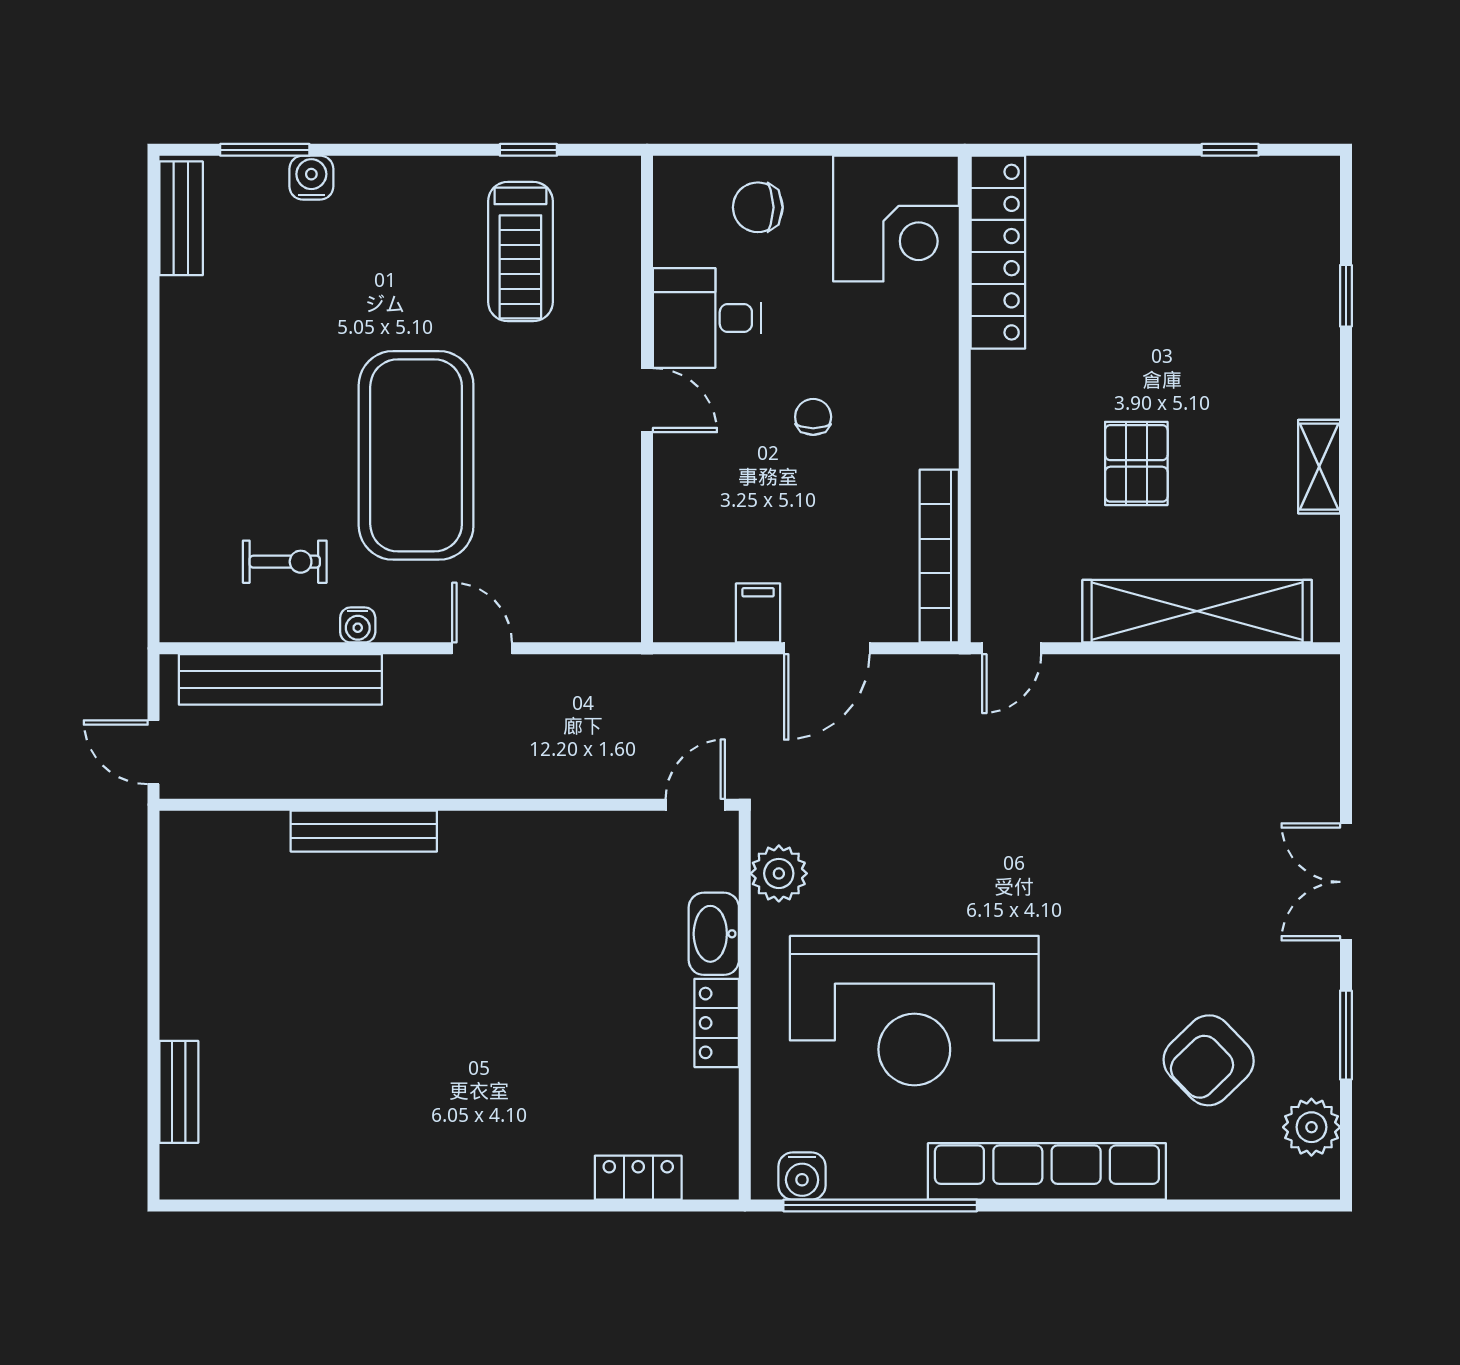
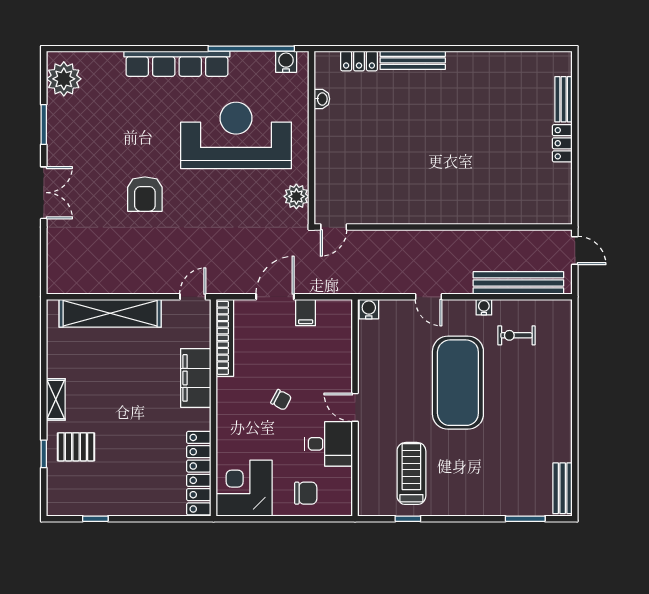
water cooler: (311, 178) -> (369, 309), moved, turned 180
chair: (813, 417) -> (281, 400), turned -62
pallet: (1136, 463) -> (76, 447), moved, turned 90
filing cabinet: (1005, 466) -> (196, 378), added
shelving: (1319, 467) -> (56, 399), moved
bench: (364, 831) -> (413, 60), moved
washbasin: (714, 934) -> (322, 99), moved, width x0.52, depth x0.69
locker: (717, 1023) -> (562, 143), moved, turned 180
armchair: (1209, 1060) -> (145, 194), moved, turned 134
plant: (1311, 1127) -> (64, 79), width x1.36, depth x1.36

